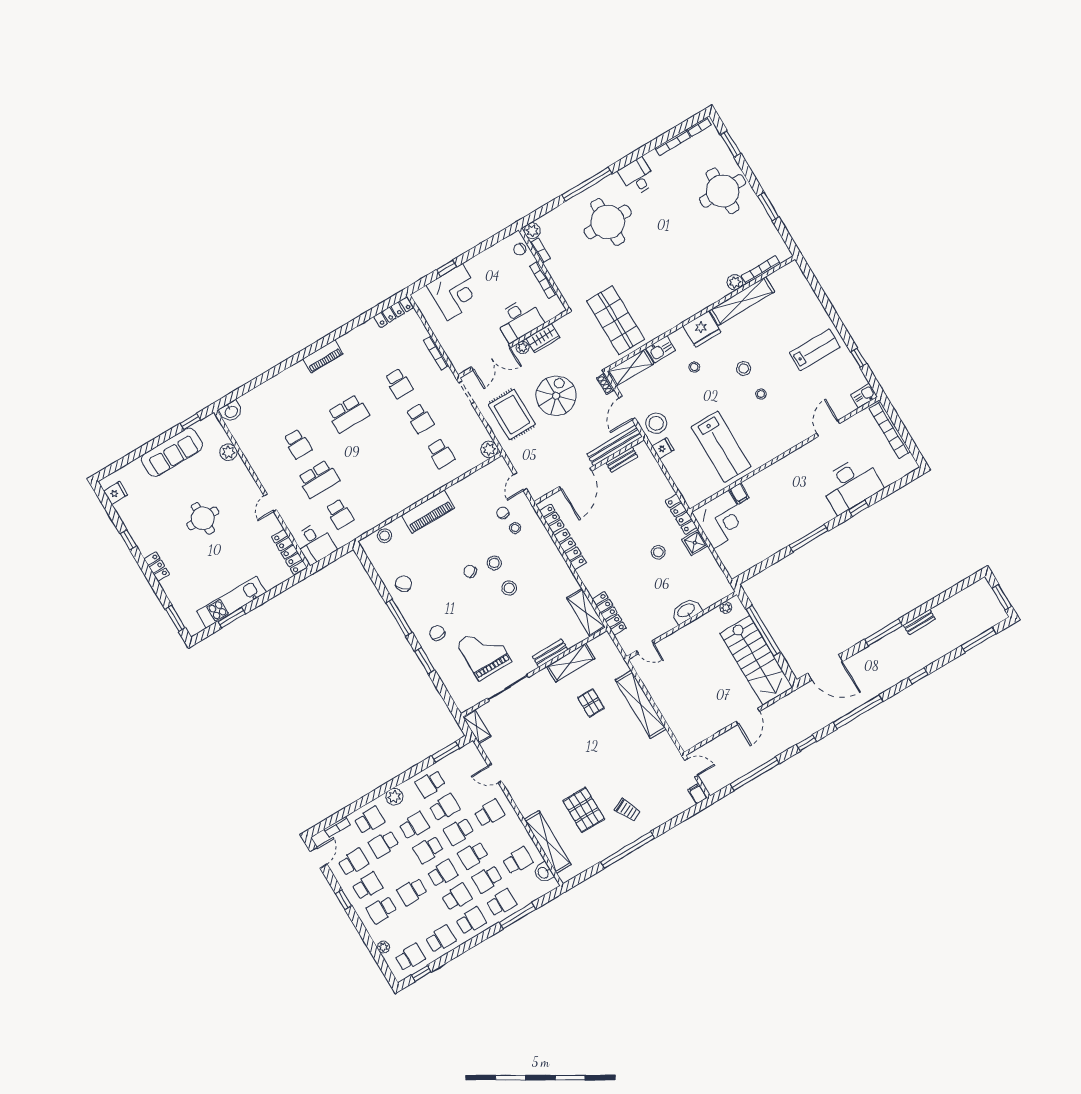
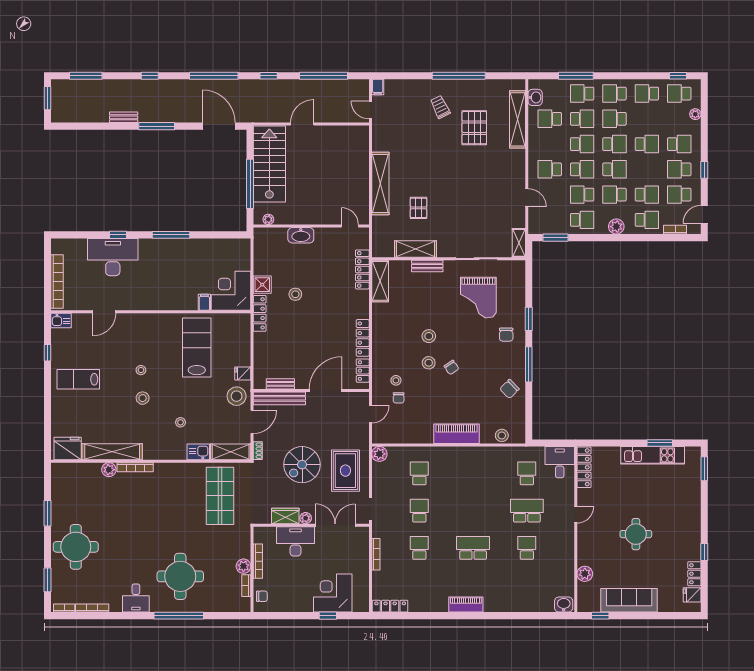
plant: (532, 231) -> (243, 566), moved
bookcase: (761, 270) -> (135, 467), moved
fridge: (702, 329) -> (68, 449), moved
locker: (157, 567) -> (694, 574), moved
school desk: (369, 820) -> (647, 220), turned 180
school desk: (443, 873) -> (614, 144), turned 180

